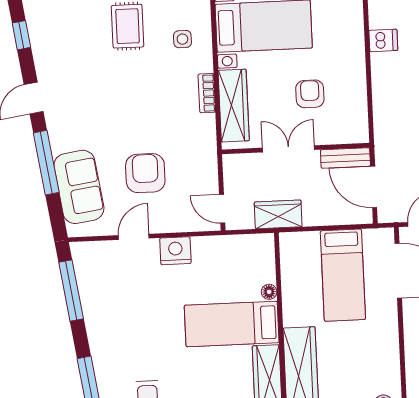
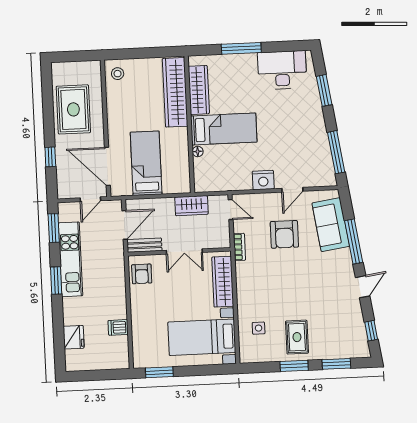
bookcase: (207, 93) -> (239, 247), moved
armchair: (310, 94) -> (142, 274), moved
door: (374, 187) -> (125, 225), hinge flipped

